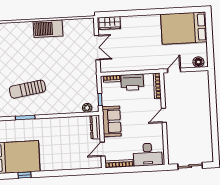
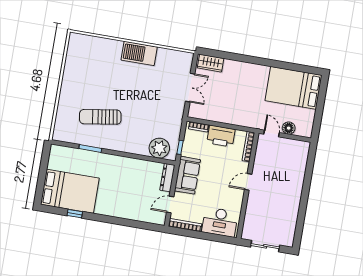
floor lamp: (198, 62) -> (289, 128), moved
door: (174, 70) -> (272, 133), hinge flipped
plant: (87, 108) -> (159, 148), width x1.88, depth x1.88

